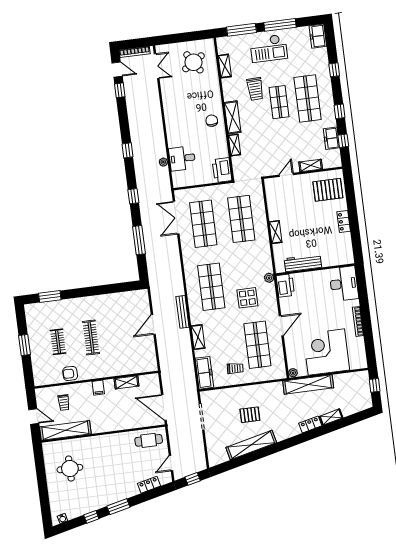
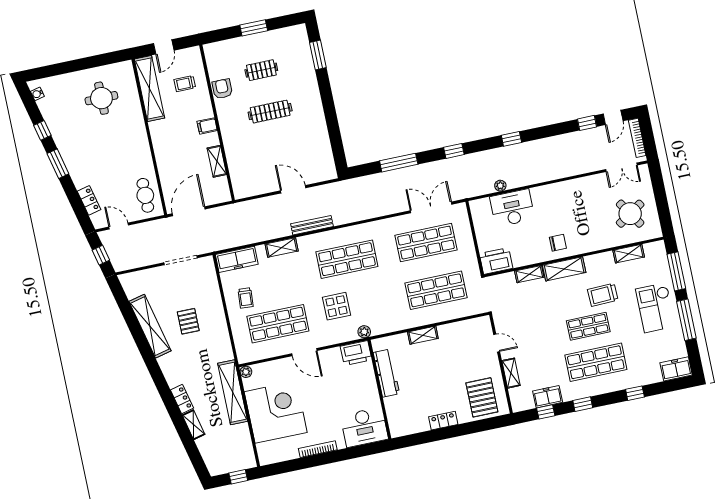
desk: (182, 158) -> (512, 208), width x1.37

